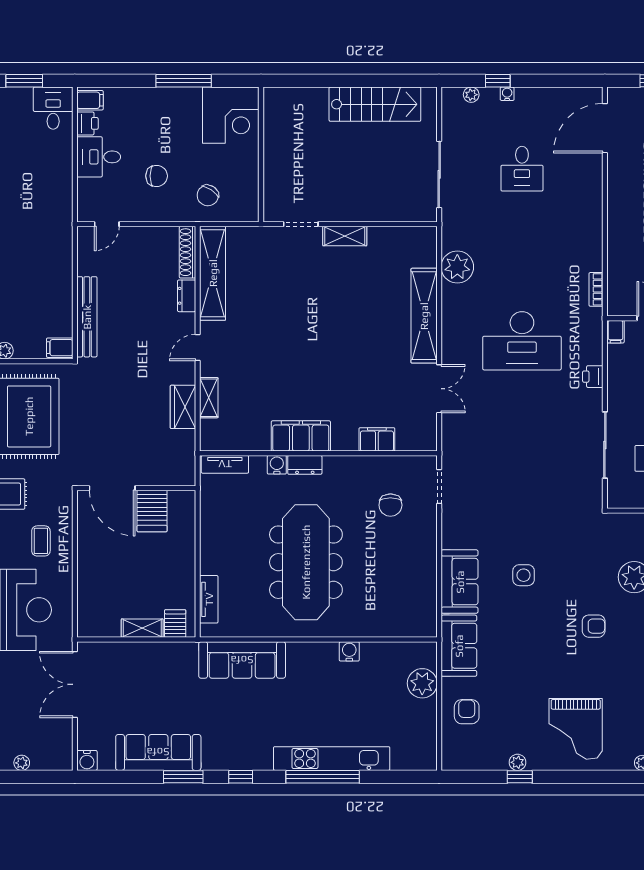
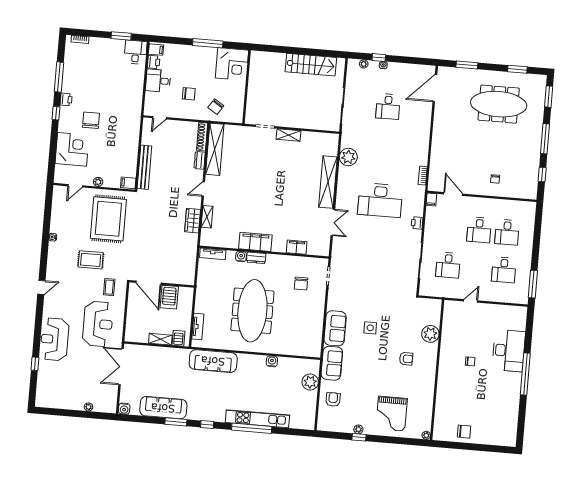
door: (112, 488) -> (149, 283), moved
wall: (136, 488) -> (162, 284), moved
server rack: (152, 511) -> (169, 297), moved

